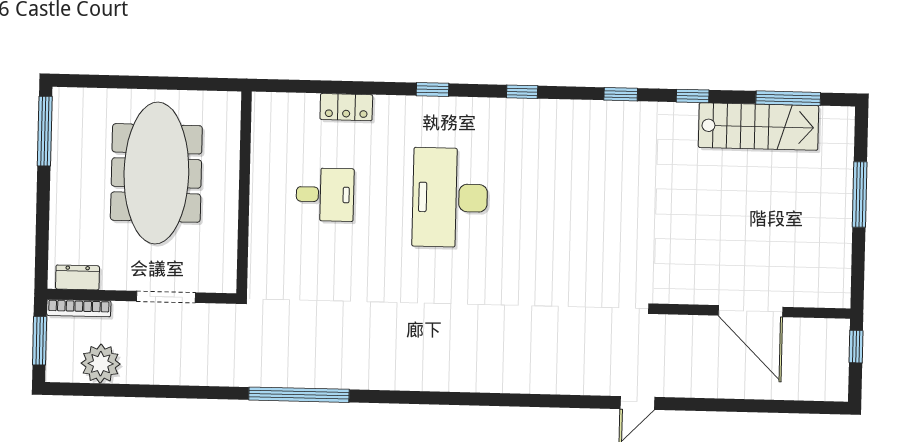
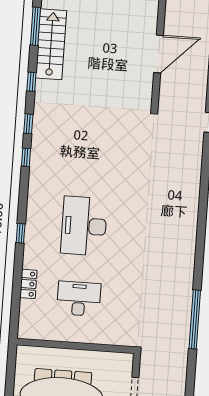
window: (522, 92) -> (26, 157), moved
desk: (325, 195) -> (79, 299), width x1.37
desk: (450, 198) -> (84, 226), turned 90

